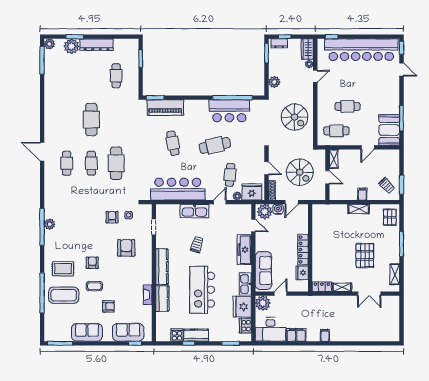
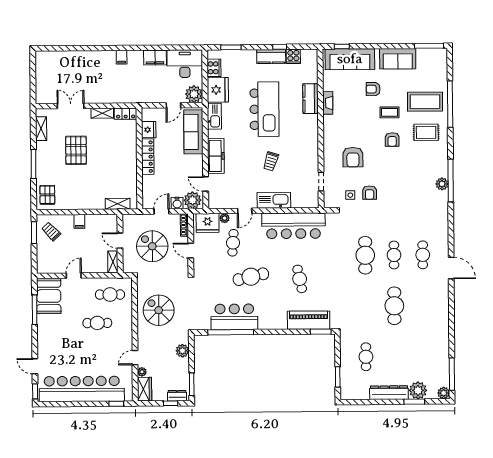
shelving: (359, 209) -> (118, 204), moved
kitchen counter: (162, 267) -> (311, 136), removed
sofa: (128, 332) -> (350, 59), width x1.36

